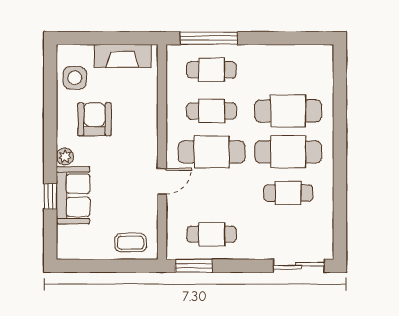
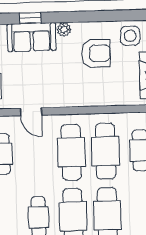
cafe table: (212, 111) -> (106, 151), width x1.37, depth x1.35
door: (162, 181) -> (31, 112), moved

